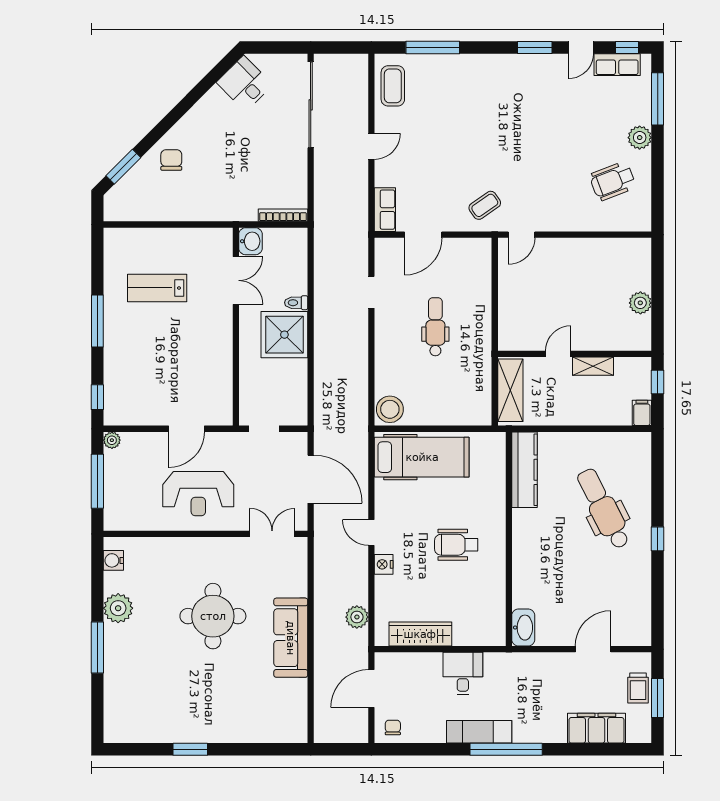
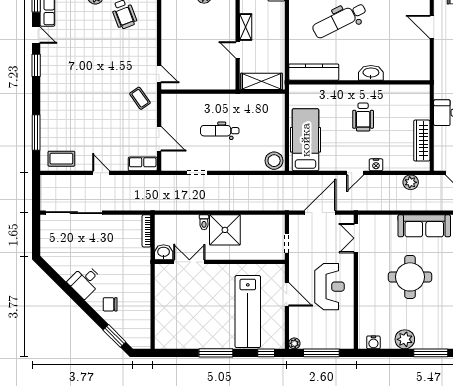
desk: (245, 84) -> (85, 281), moved
lab bench: (157, 288) -> (248, 312), moved, width x1.86, depth x1.39
washbasin: (523, 628) -> (371, 73), moved

